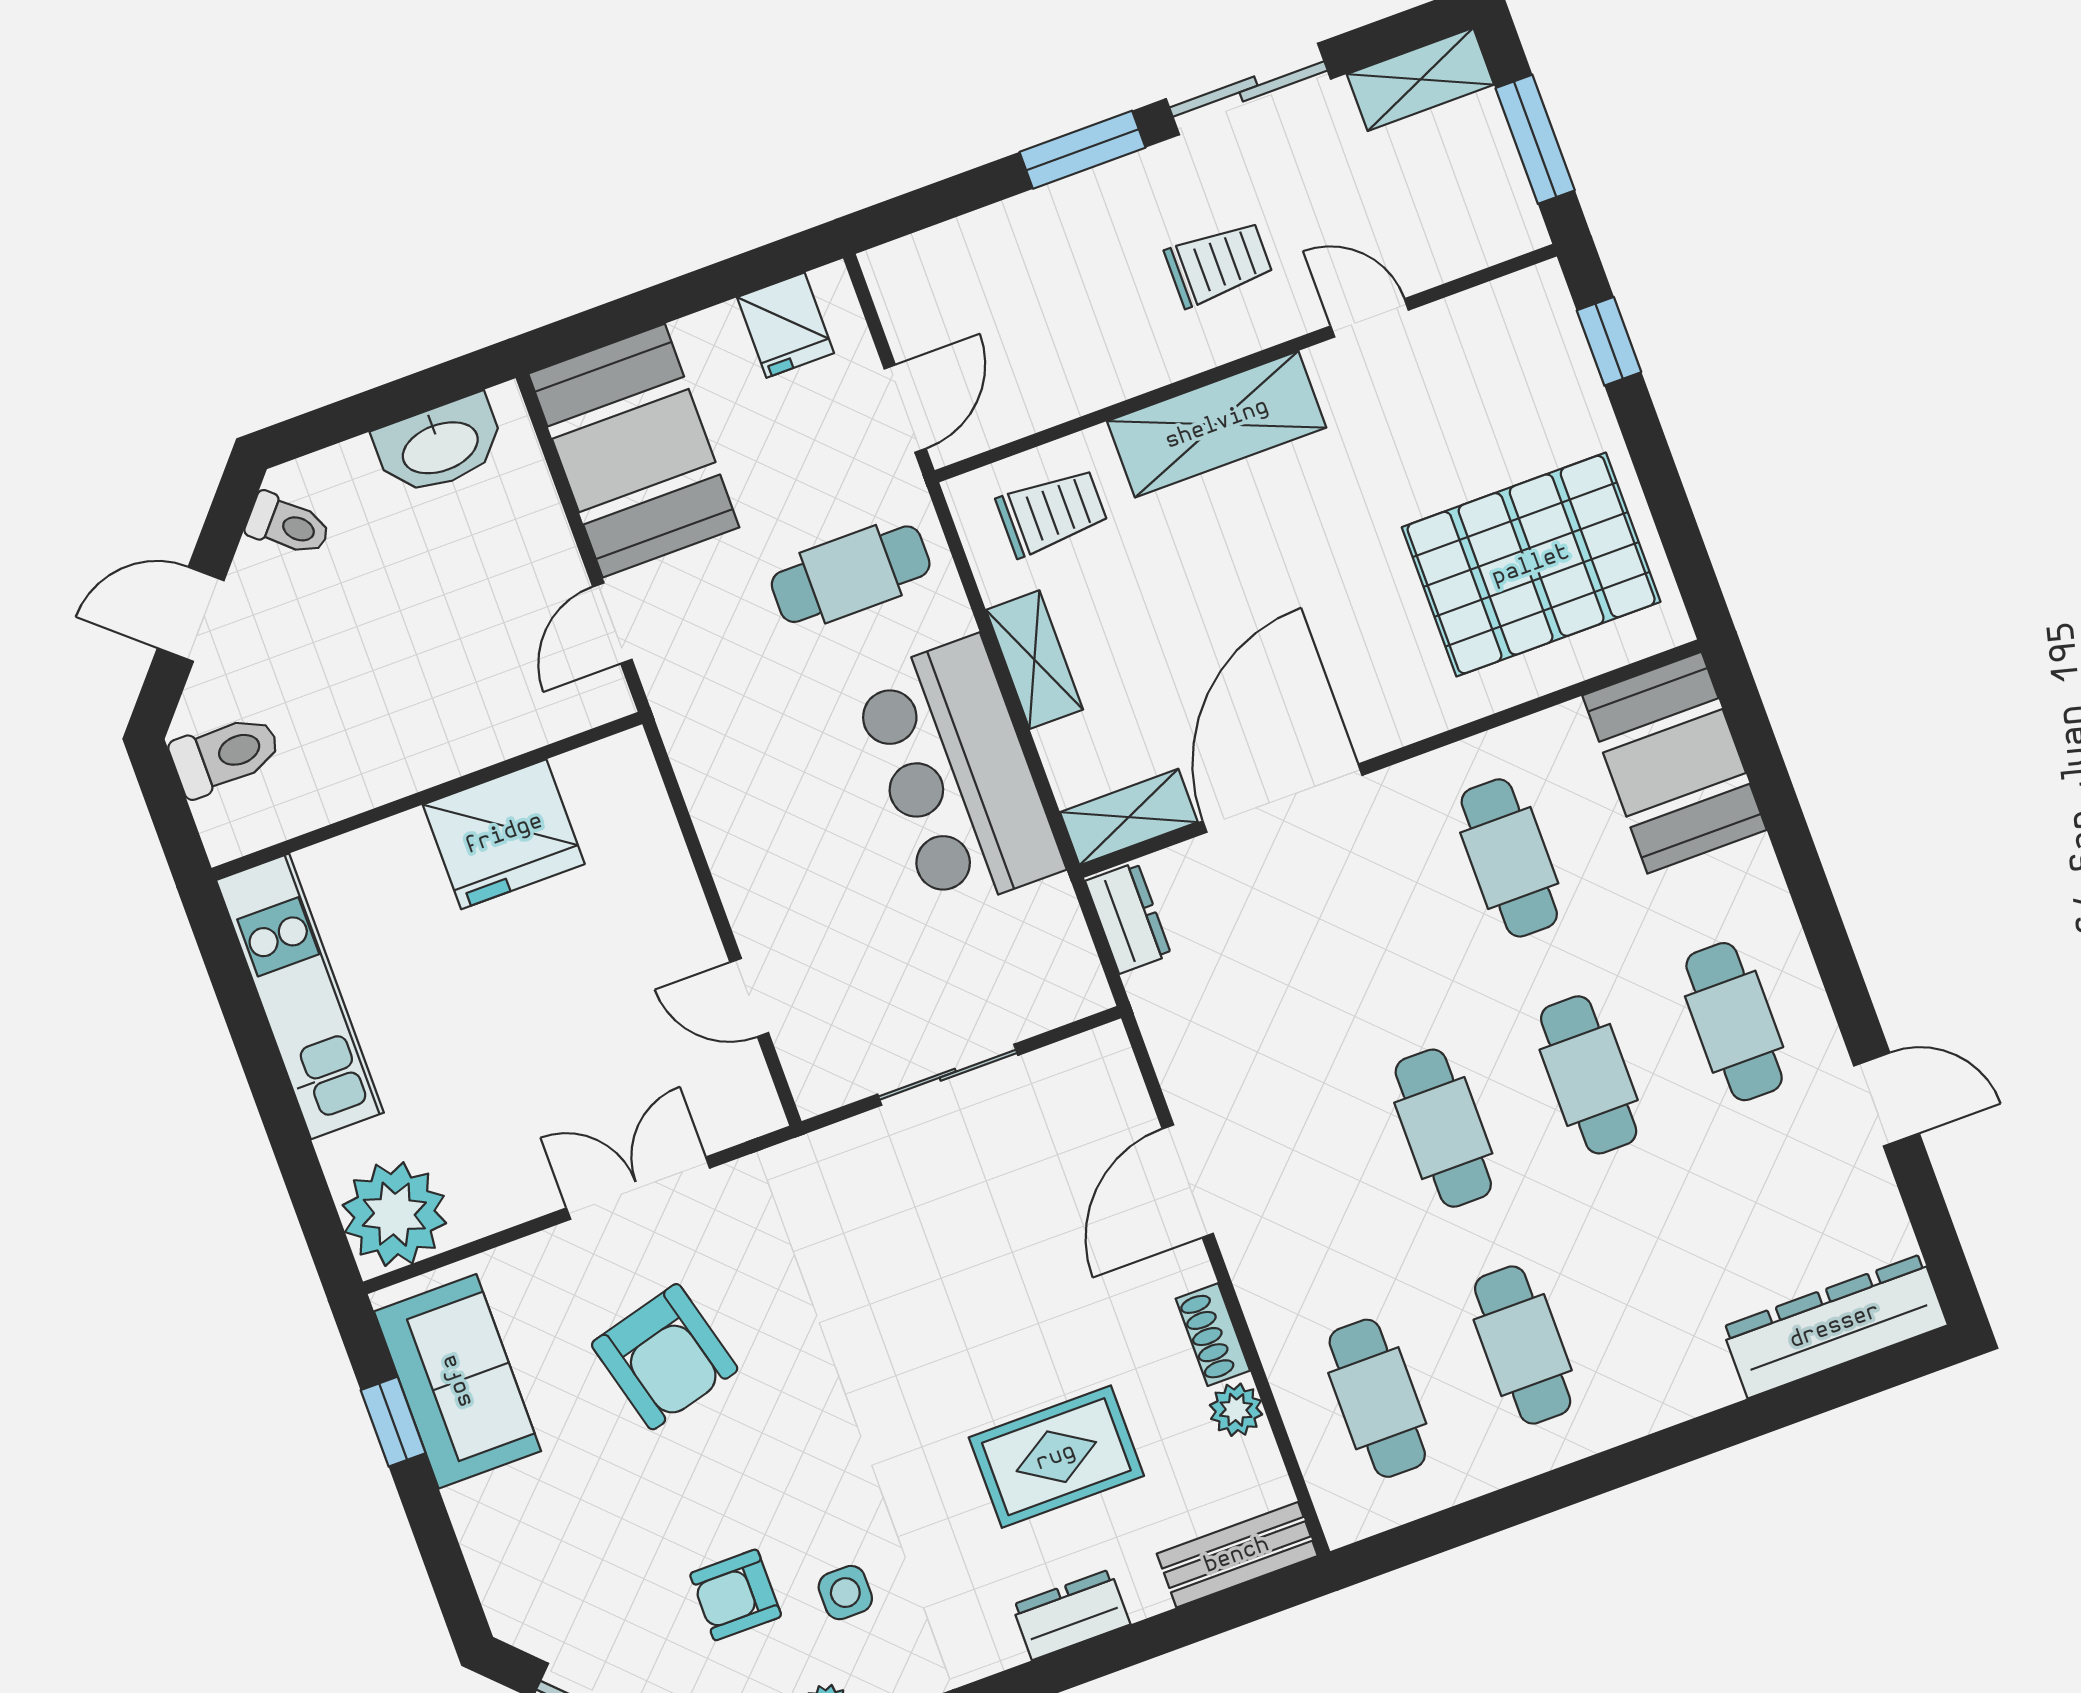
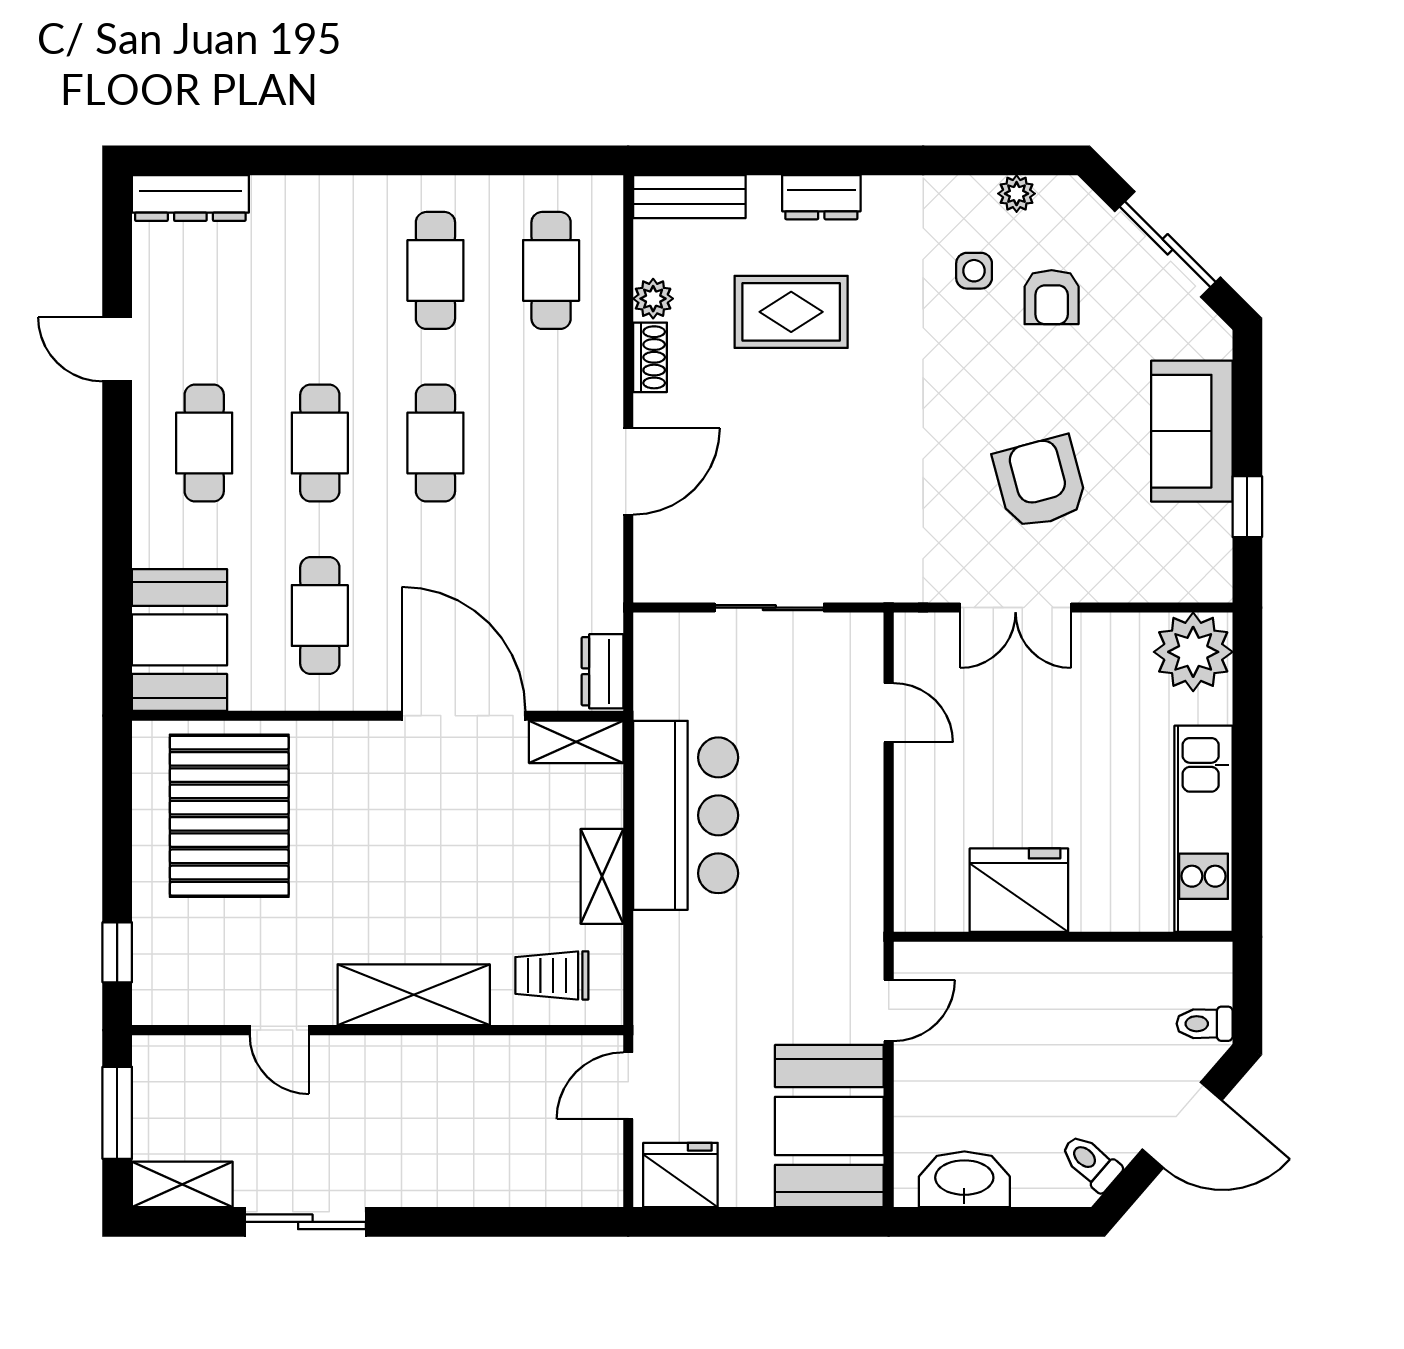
window: (1082, 150) -> (437, 1222), removed
trolley: (1219, 264) -> (371, 1107), removed
fridge: (785, 325) -> (680, 1175), width x1.38
pallet: (1531, 565) -> (229, 816), turned 90
cafe table: (851, 574) -> (709, 984), removed
door: (191, 614) -> (1182, 1125), width x1.38
toilet: (225, 755) -> (1205, 1024), width x0.73, depth x0.72
door: (1283, 798) -> (463, 716), swing flipped
dresser: (1835, 1326) -> (190, 198), width x0.73, depth x0.80
sofa: (457, 1381) -> (1192, 431), moved
armchair: (736, 1595) -> (1052, 297), turned 90

